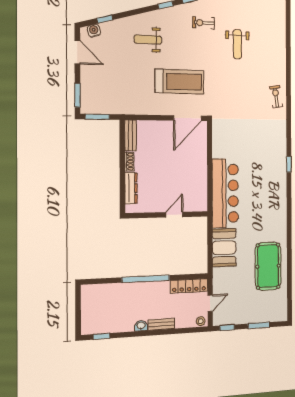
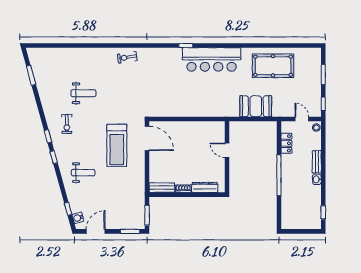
weight bench: (148, 40) -> (83, 173), turned -90
treadmill: (180, 82) -> (117, 145), turned 180
bar counter: (225, 193) -> (212, 59), moved, turned 180
locker: (189, 286) -> (286, 143), width x0.66

